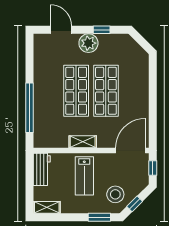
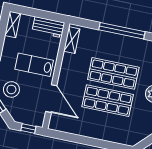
window: (29, 108) -> (122, 31), moved
shelving: (83, 142) -> (72, 40), moved
door: (131, 150) -> (51, 99), moved

